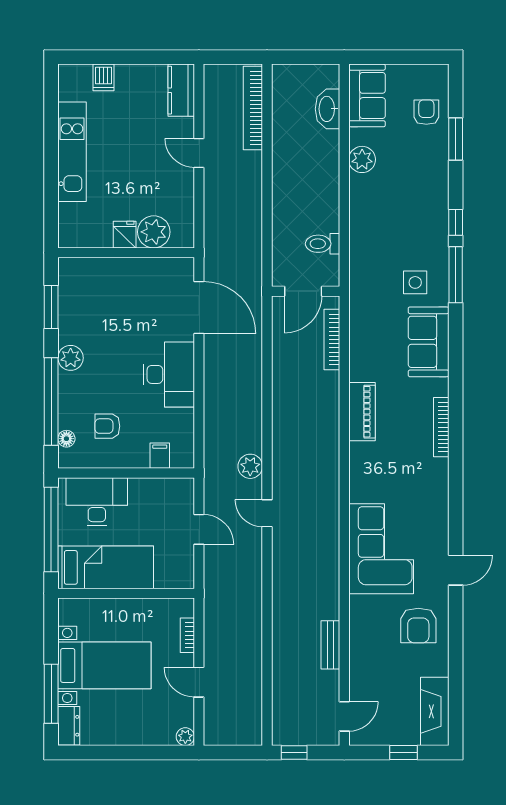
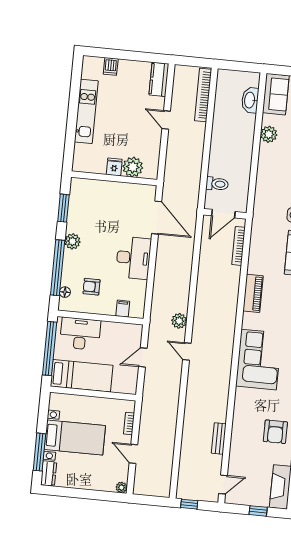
toilet: (323, 244) -> (217, 184), moved, turned 180
door: (199, 529) -> (143, 357), swing flipped
corner sofa: (381, 549) -> (259, 360), moved

